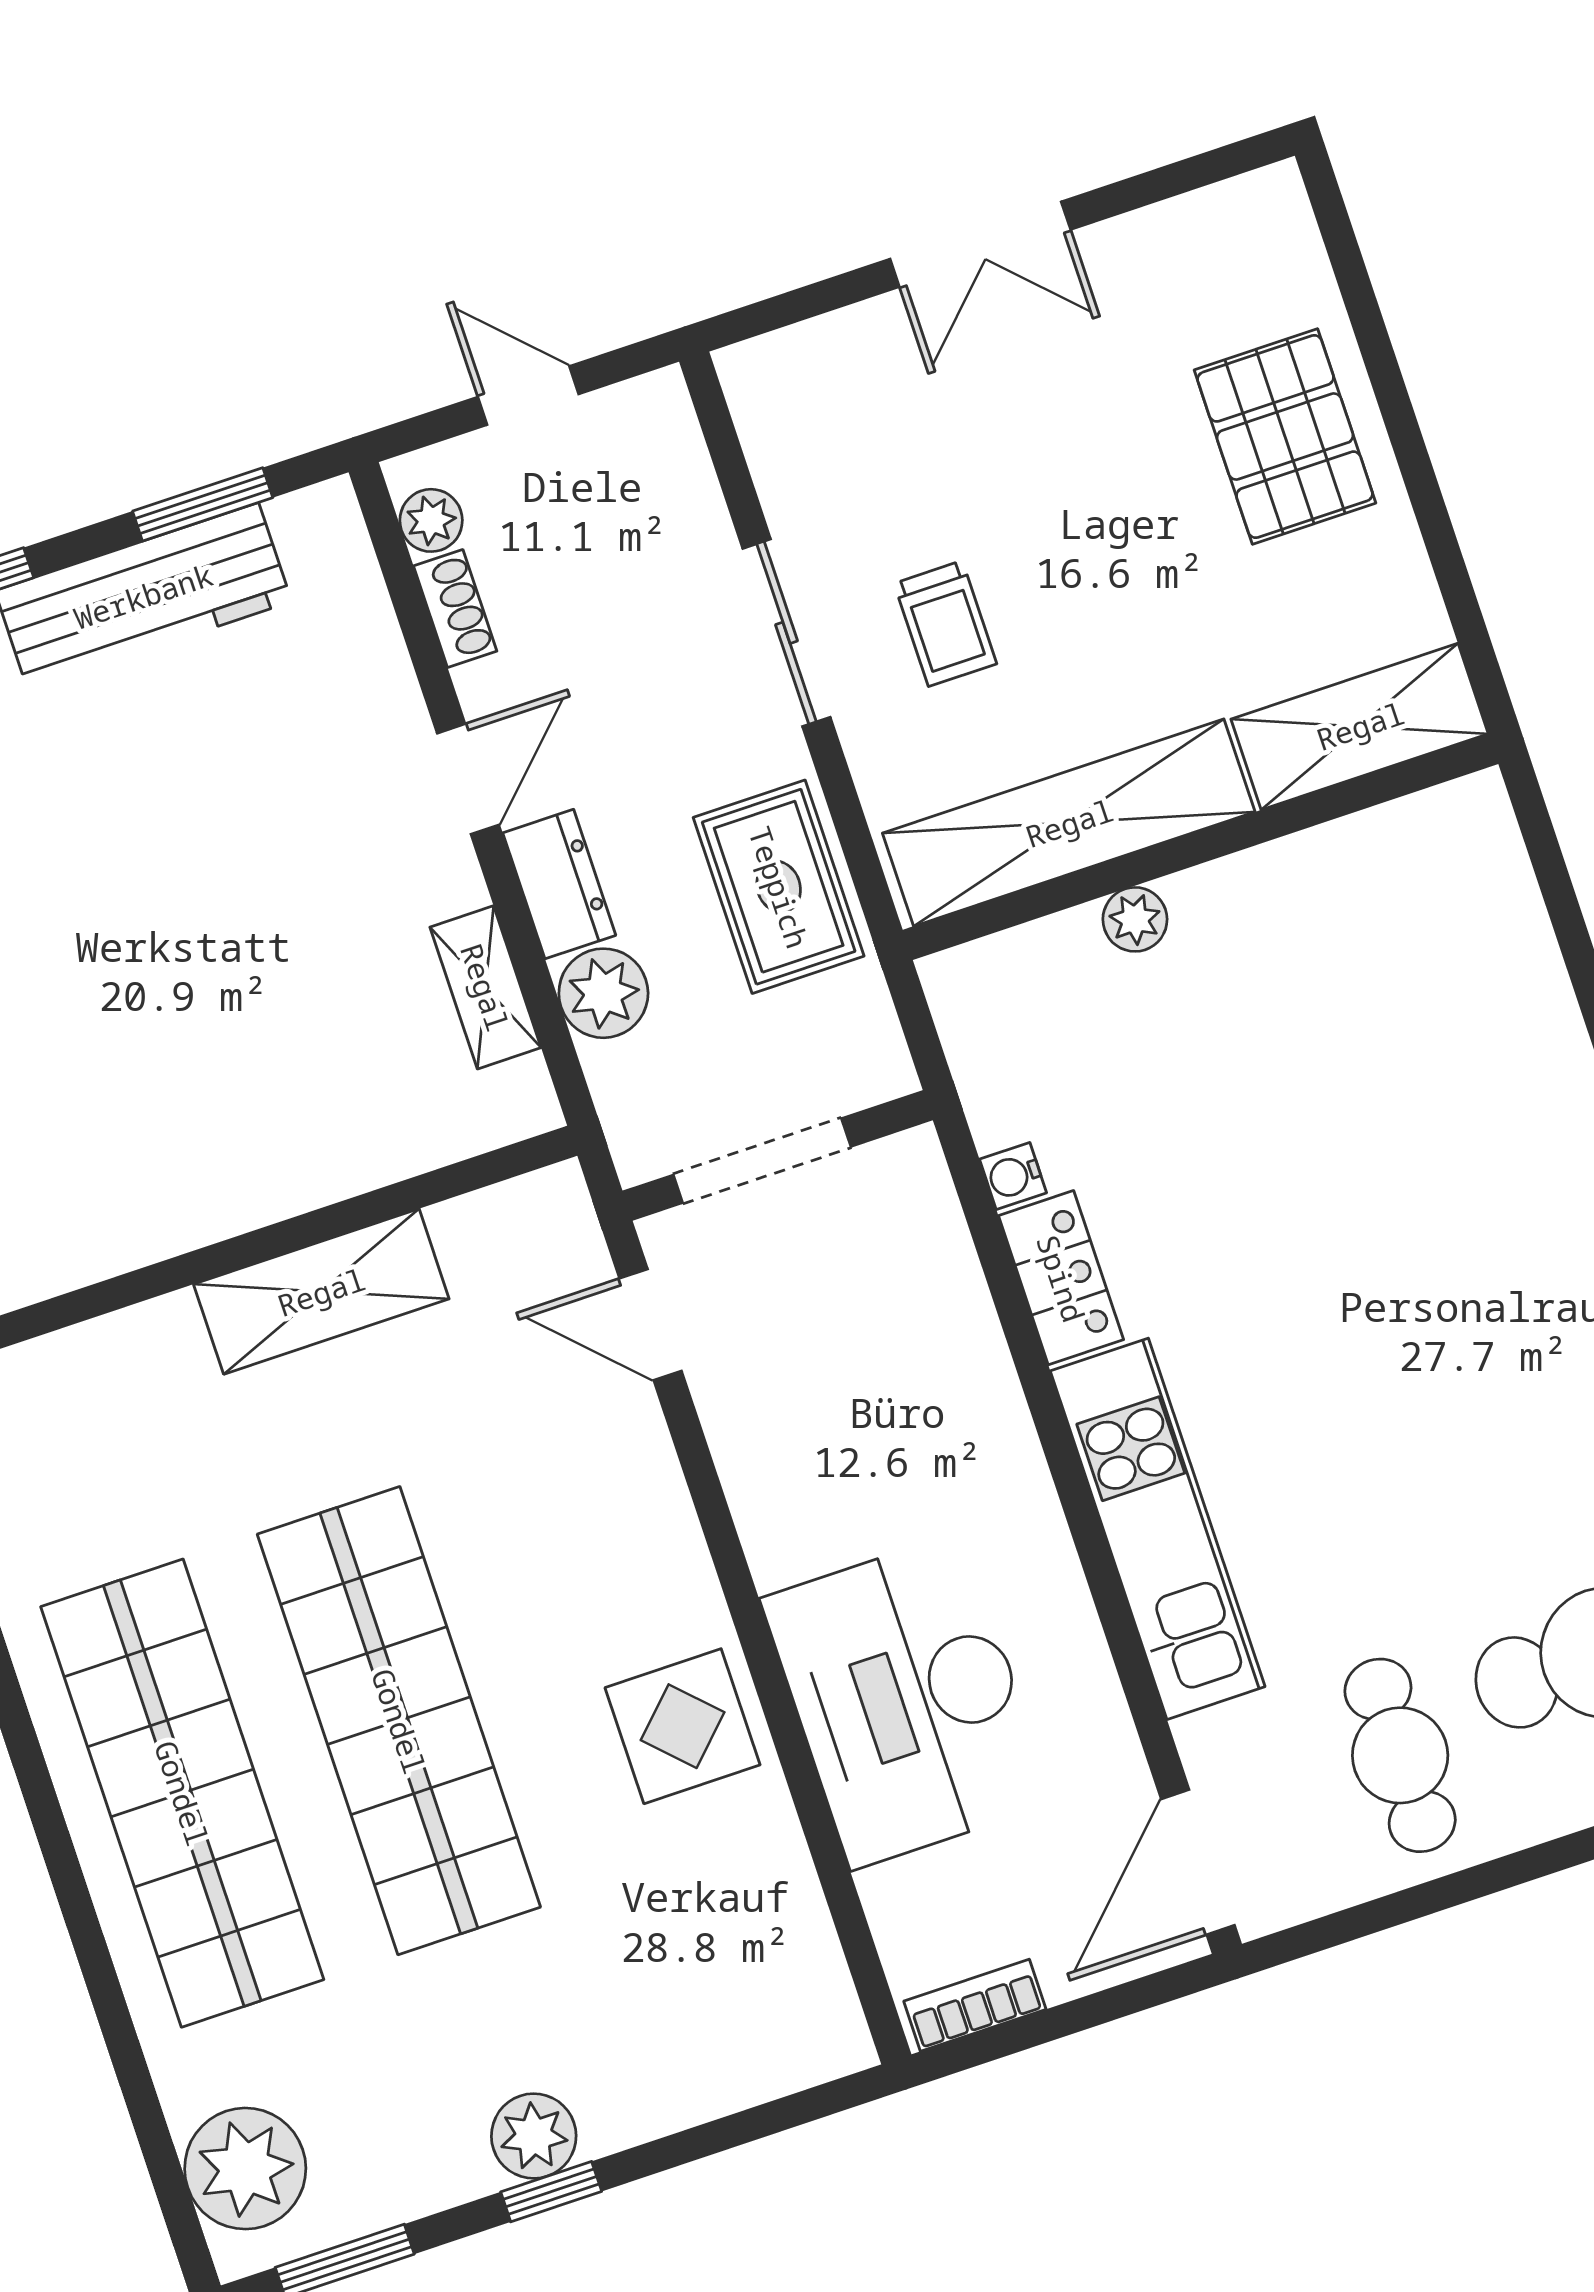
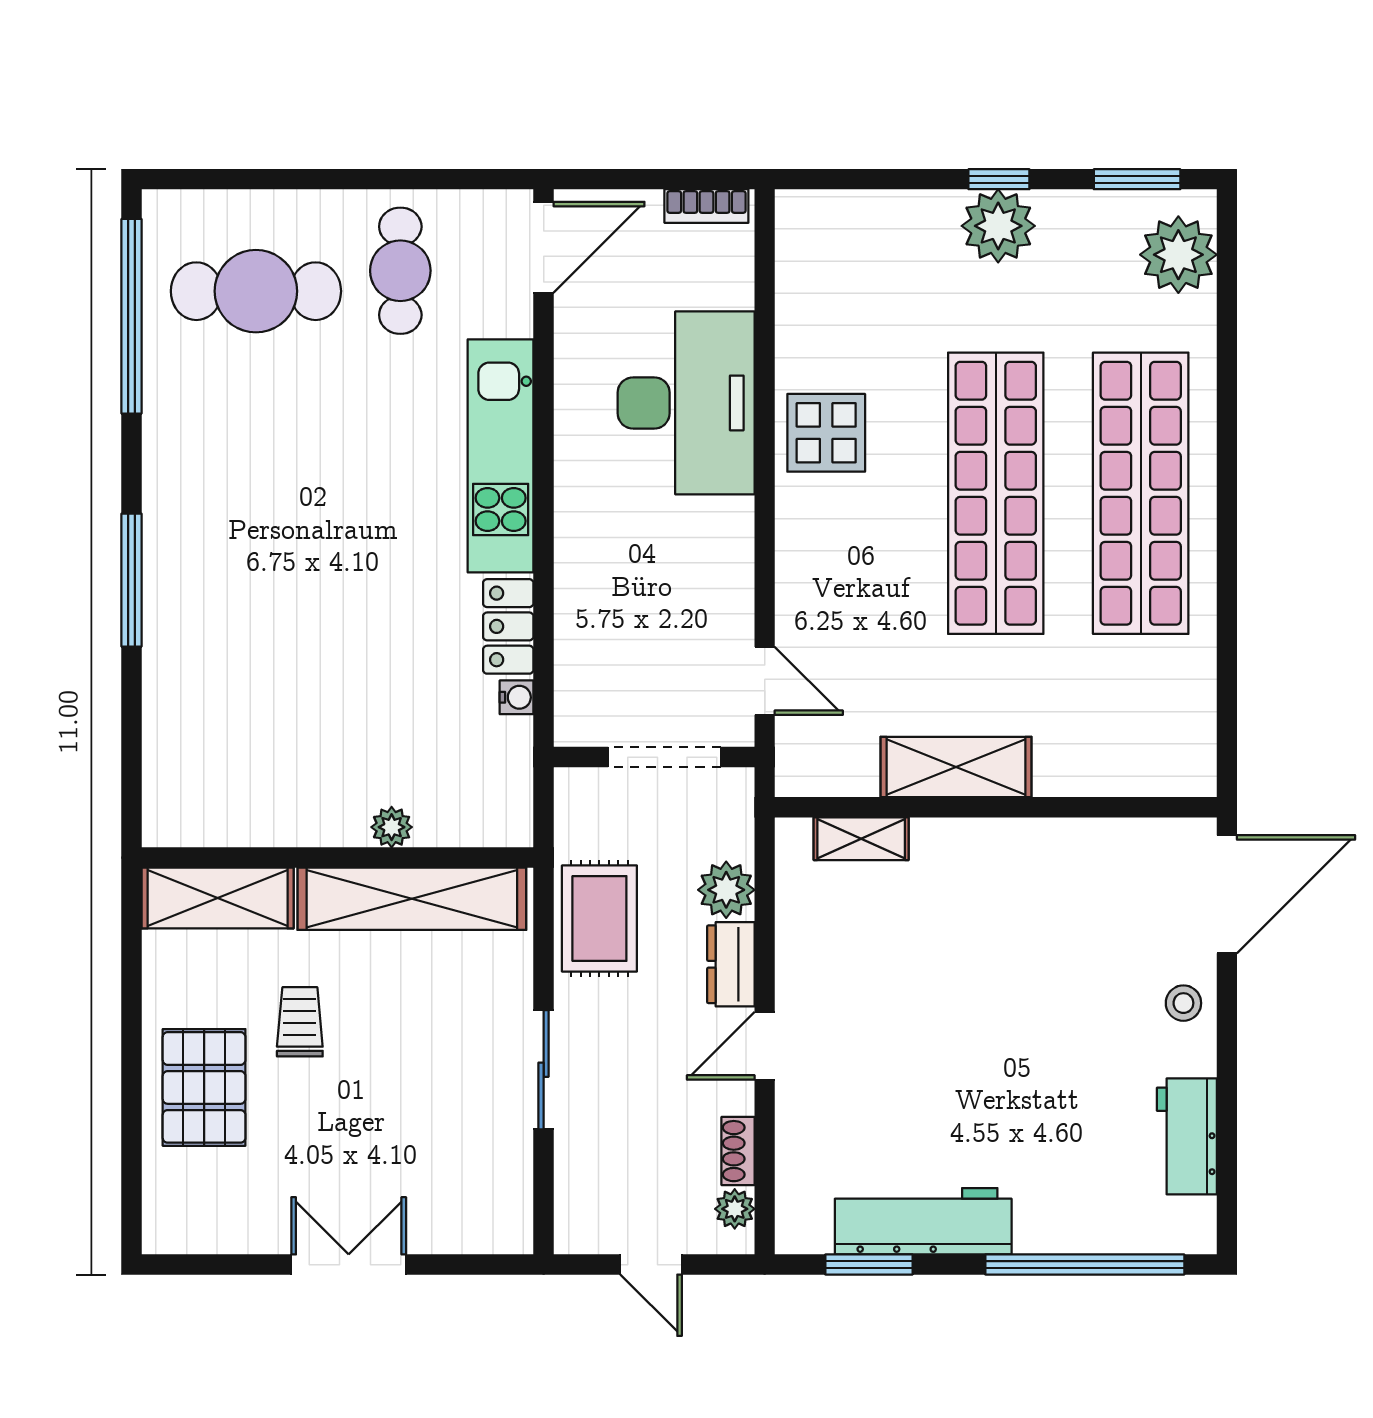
trolley: (945, 624) -> (300, 1022), moved
shelving: (485, 987) -> (861, 839), moved, turned 90
plant: (534, 2136) -> (998, 226), width x1.36, depth x1.36

